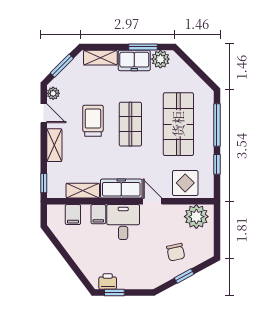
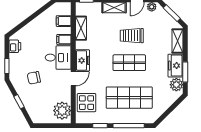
trolley: (93, 121) -> (132, 36), turned 180
freezer: (121, 189) -> (82, 60), width x0.71
chair: (176, 252) -> (34, 78), moved
window: (114, 293) -> (7, 66), moved

